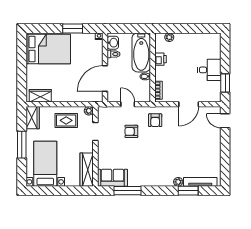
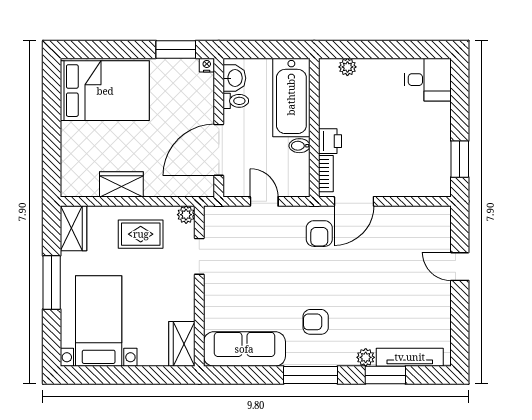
window: (73, 28) -> (176, 49), moved
printer: (160, 59) -> (330, 141), moved
desk: (209, 70) -> (428, 80), moved
wardrobe: (40, 96) -> (121, 184), moved
door: (189, 104) -> (354, 201), moved
door: (225, 121) -> (460, 267), moved
armchair: (131, 131) -> (316, 322), moved
wardrobe: (87, 170) -> (182, 344), width x0.67
sofa: (112, 178) -> (244, 349), width x1.36
window: (127, 191) -> (311, 375), moved

